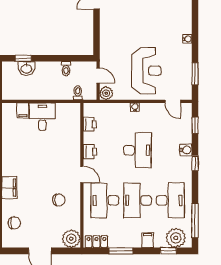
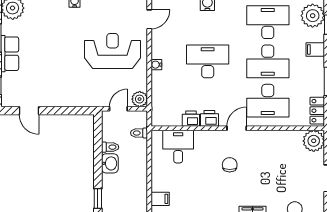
washbasin: (26, 68) -> (110, 163), moved
desk: (42, 117) -> (178, 147), moved, turned 90
printer: (90, 124) -> (191, 119), moved
chair: (59, 200) -> (230, 165), moved

